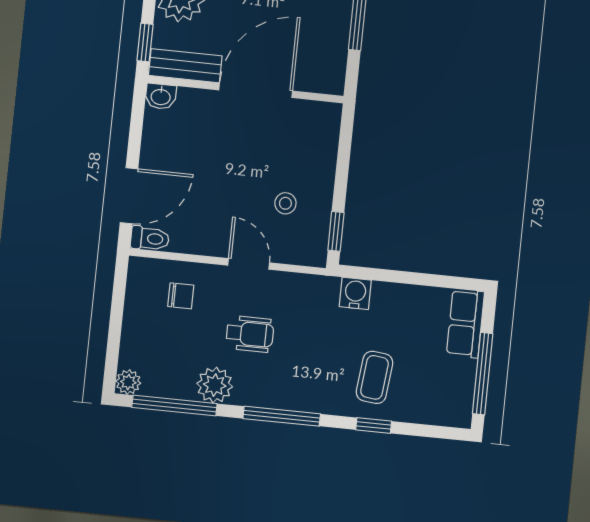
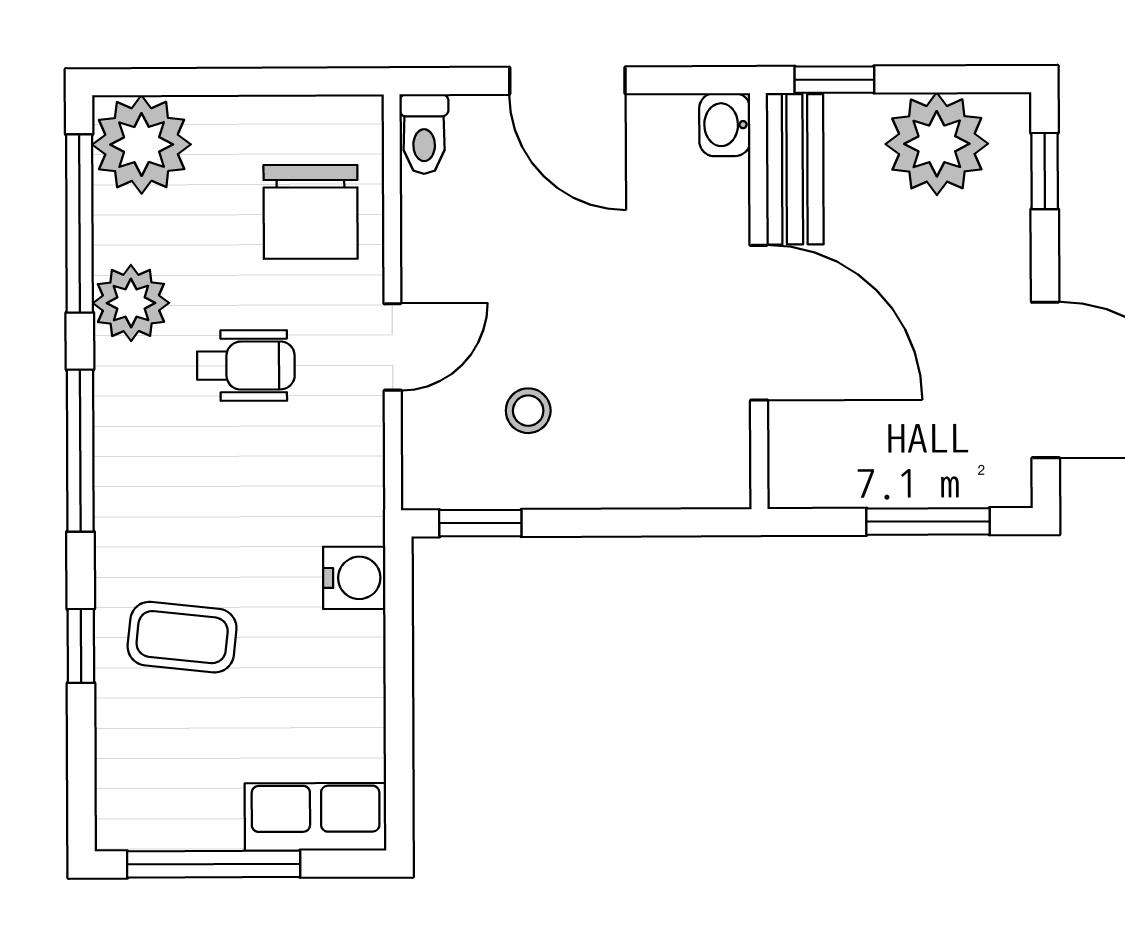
door: (129, 196) -> (567, 81), moved
chair: (181, 296) -> (311, 212), width x1.87, depth x1.87
wheelchair: (250, 334) -> (246, 366), turned -90
plant: (128, 382) -> (142, 145), width x1.88, depth x1.88

